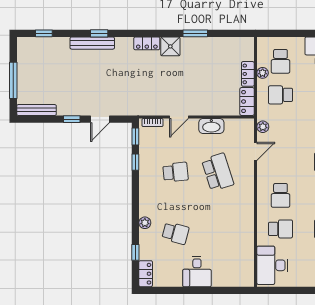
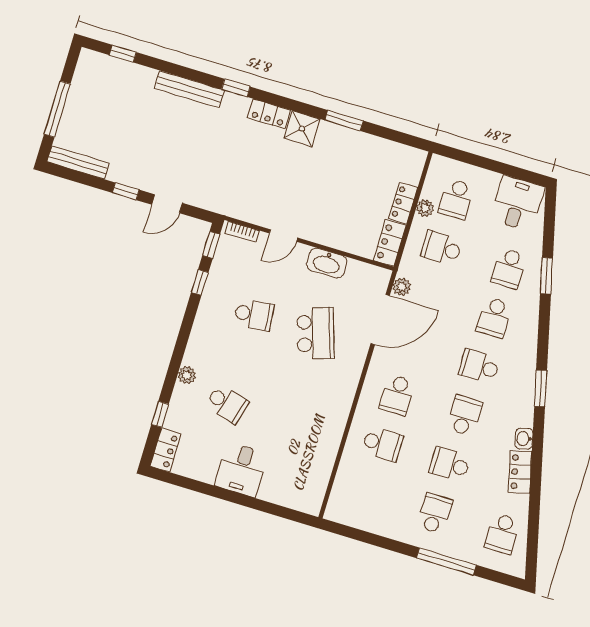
window: (99, 33) -> (236, 88), moved
door: (256, 151) -> (380, 320), width x1.87
desk: (272, 265) -> (354, 494), removed

